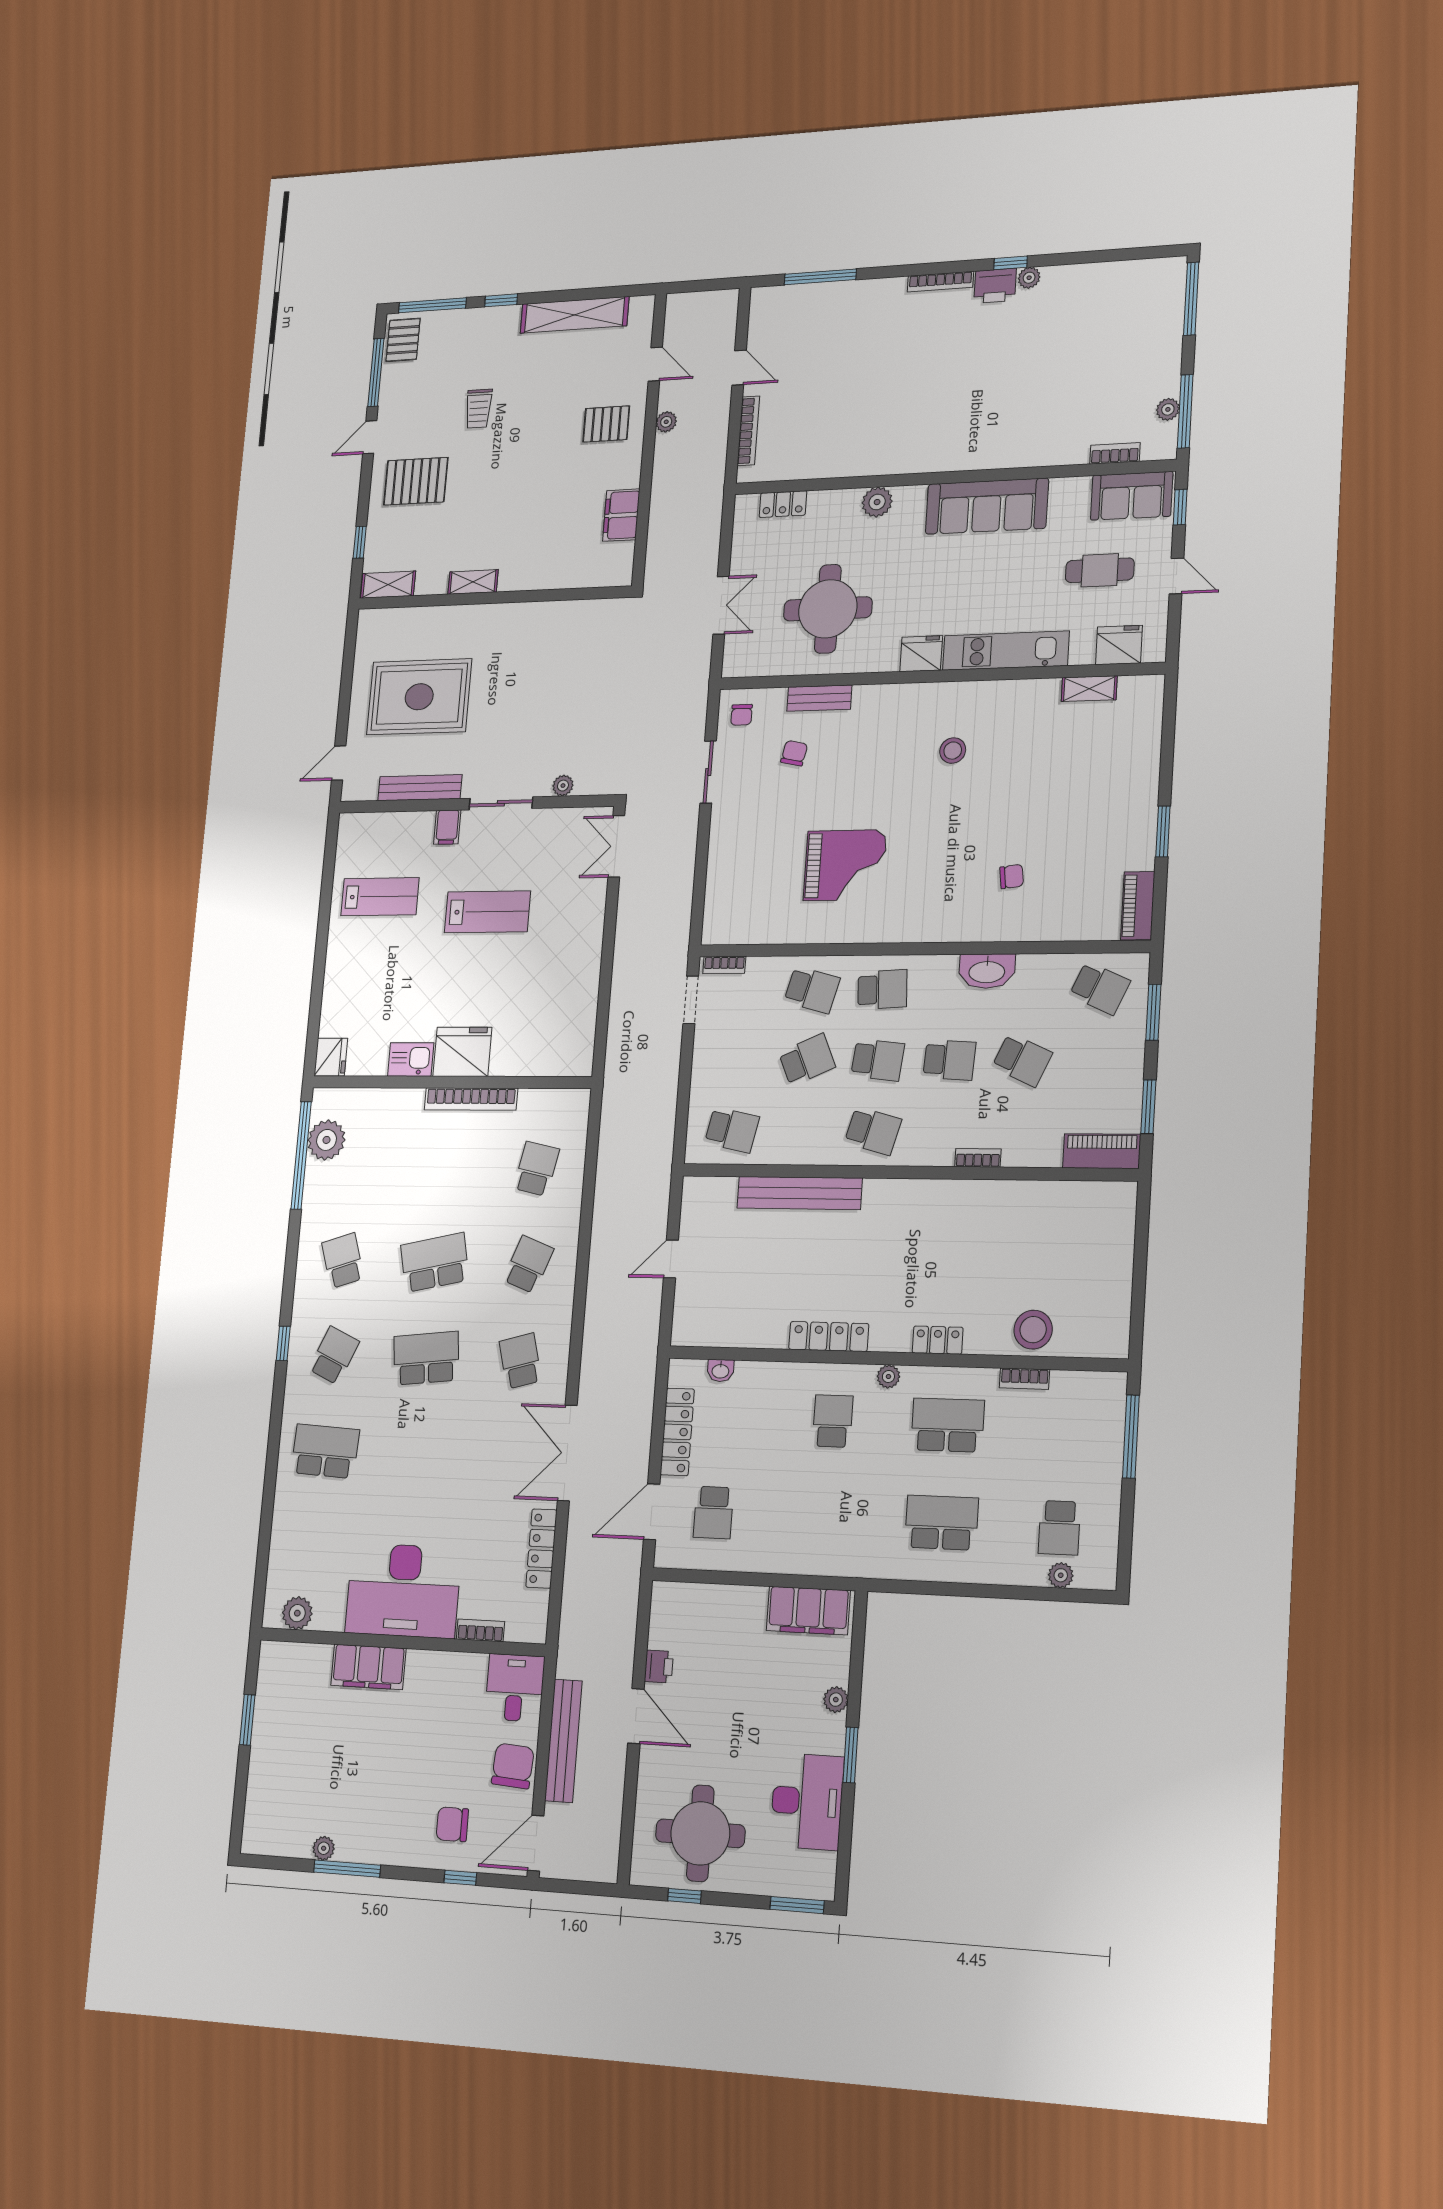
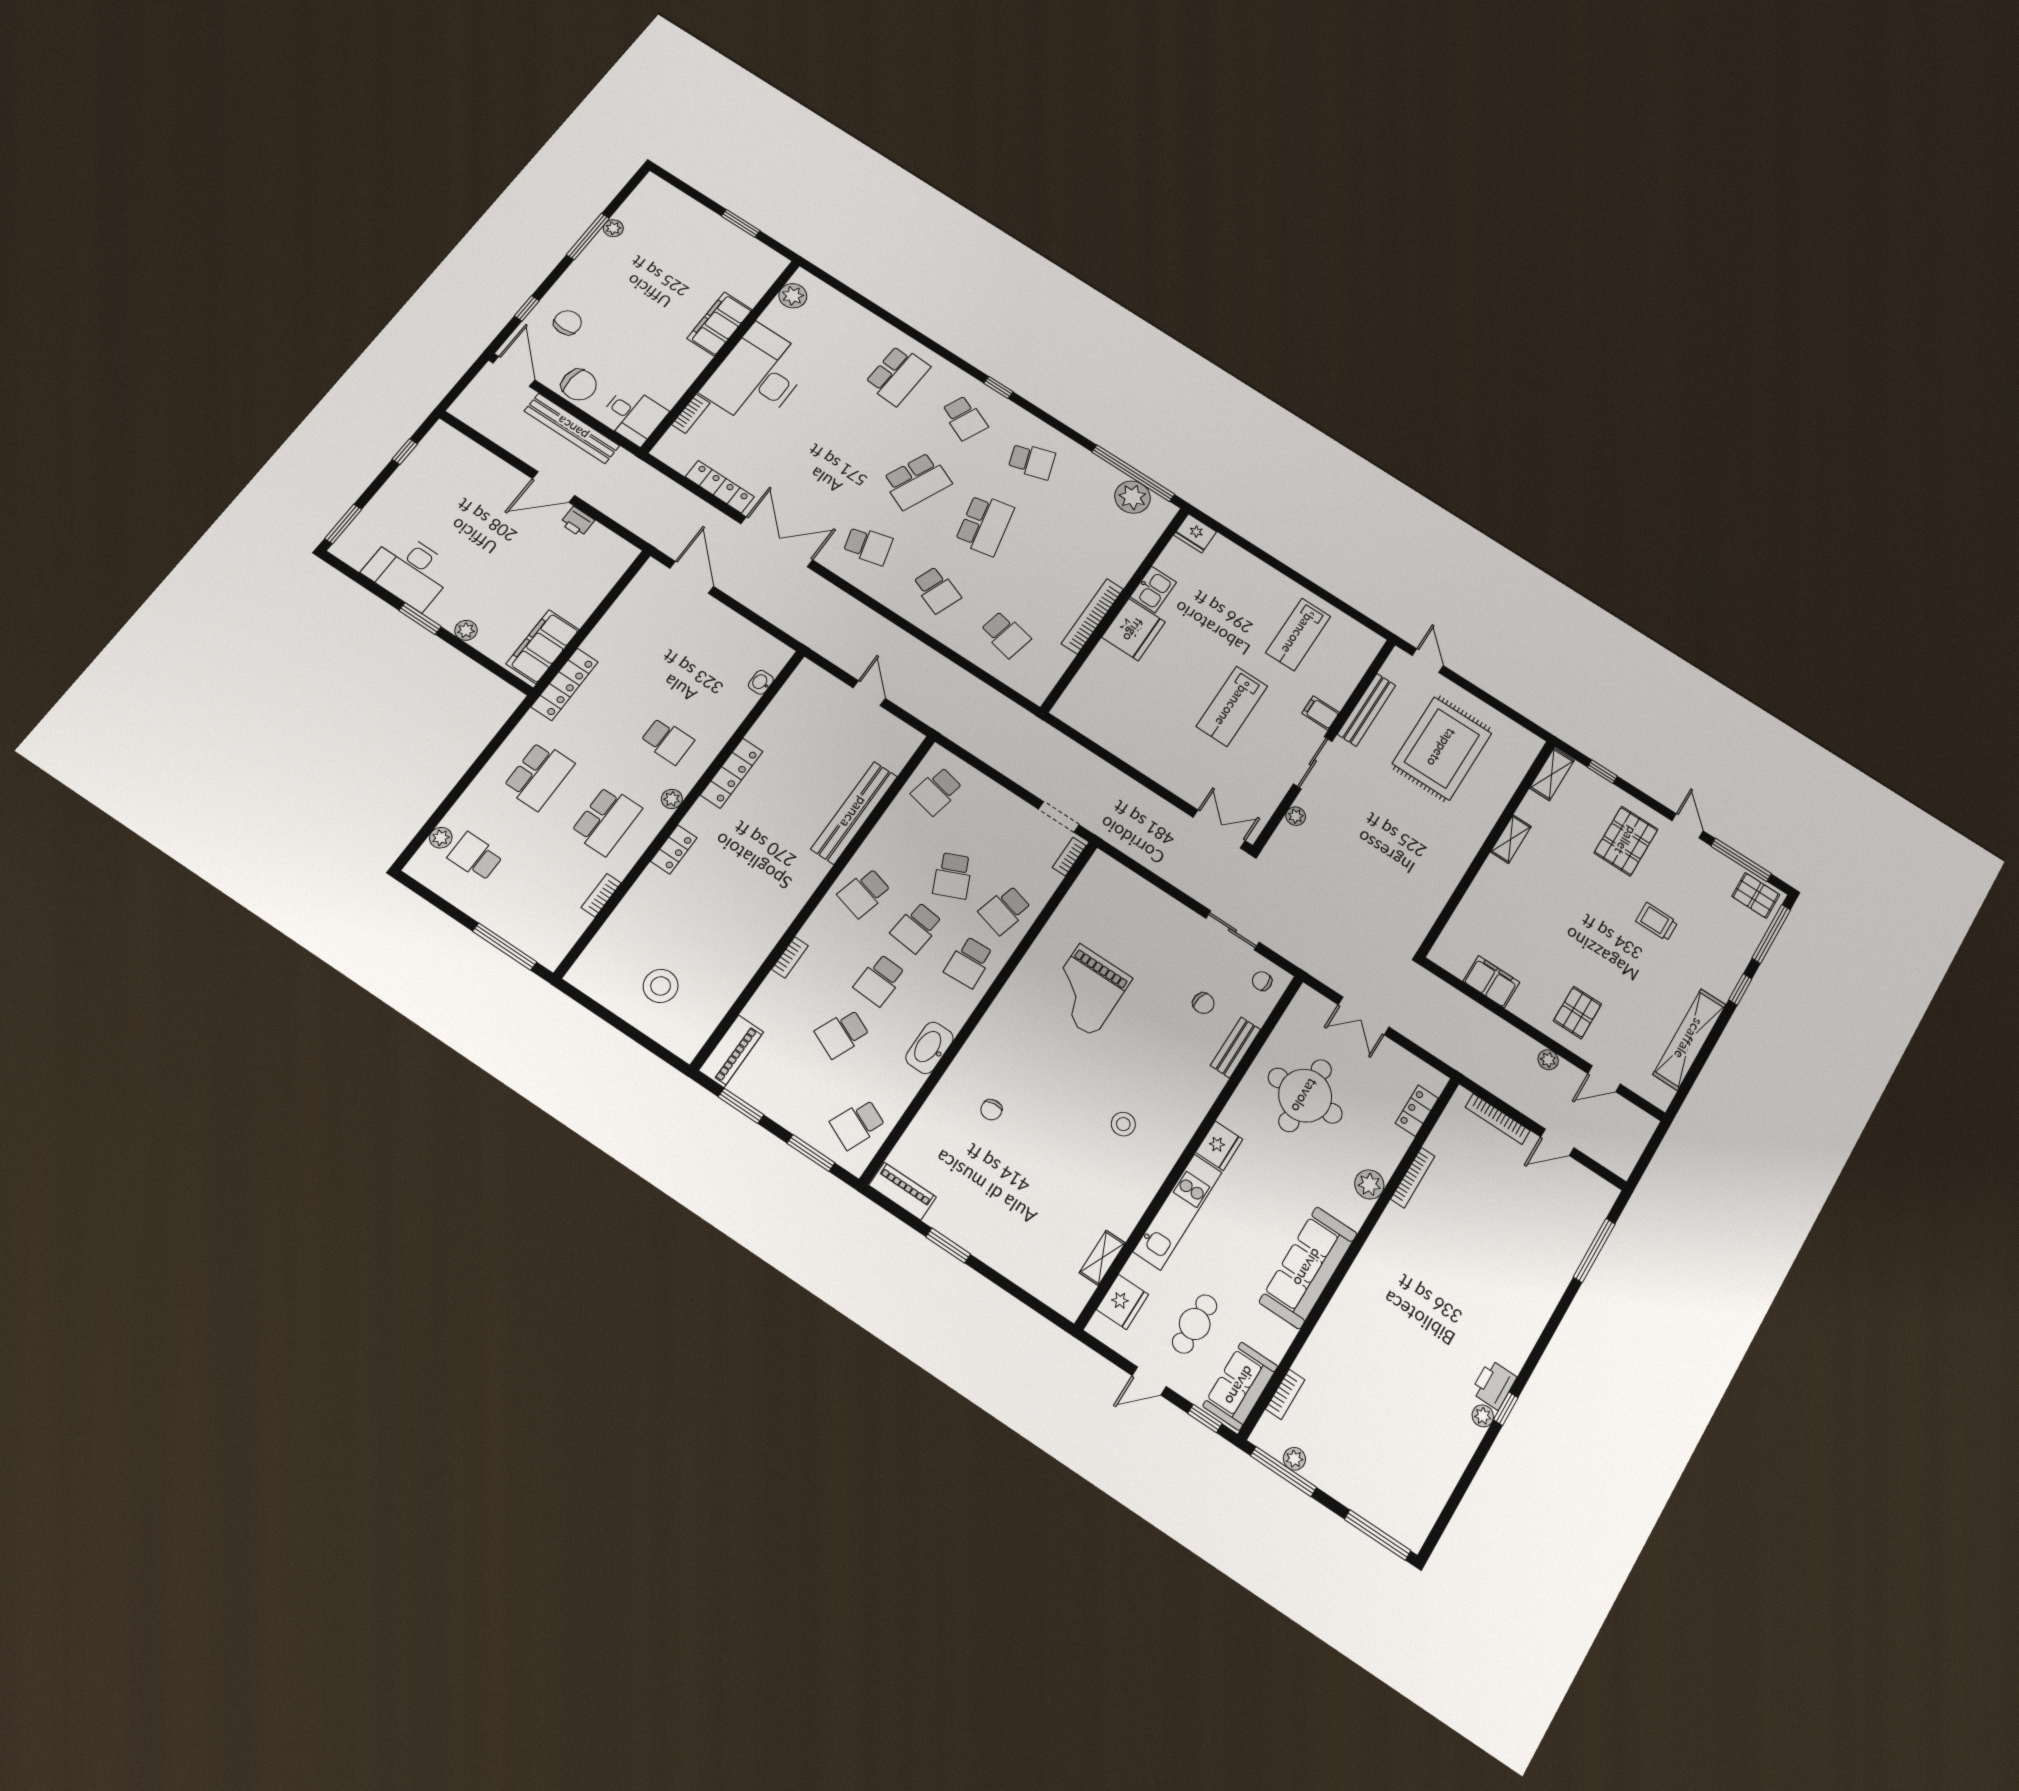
bookcase: (940, 282) -> (1413, 1178), moved, turned 180
stool: (1033, 1330) -> (661, 986), moved
school desk: (426, 1358) -> (917, 481), turned 30
locker: (677, 1432) -> (565, 684), moved, turned -90
school desk: (713, 1513) -> (660, 620), removed
round table: (700, 1833) -> (440, 486), removed

